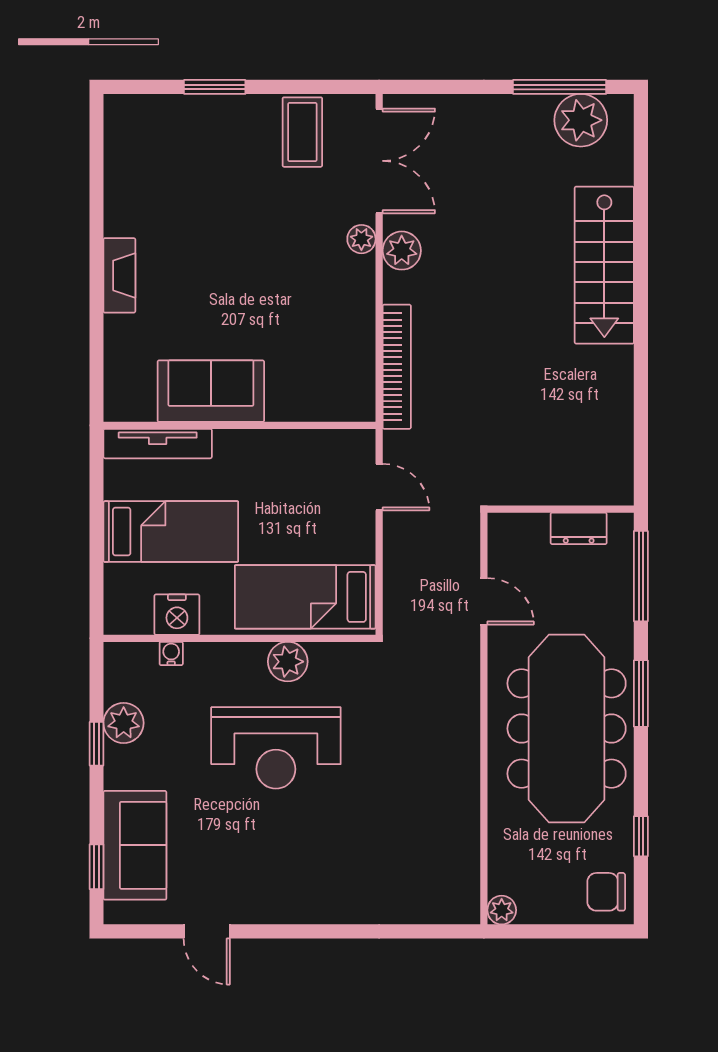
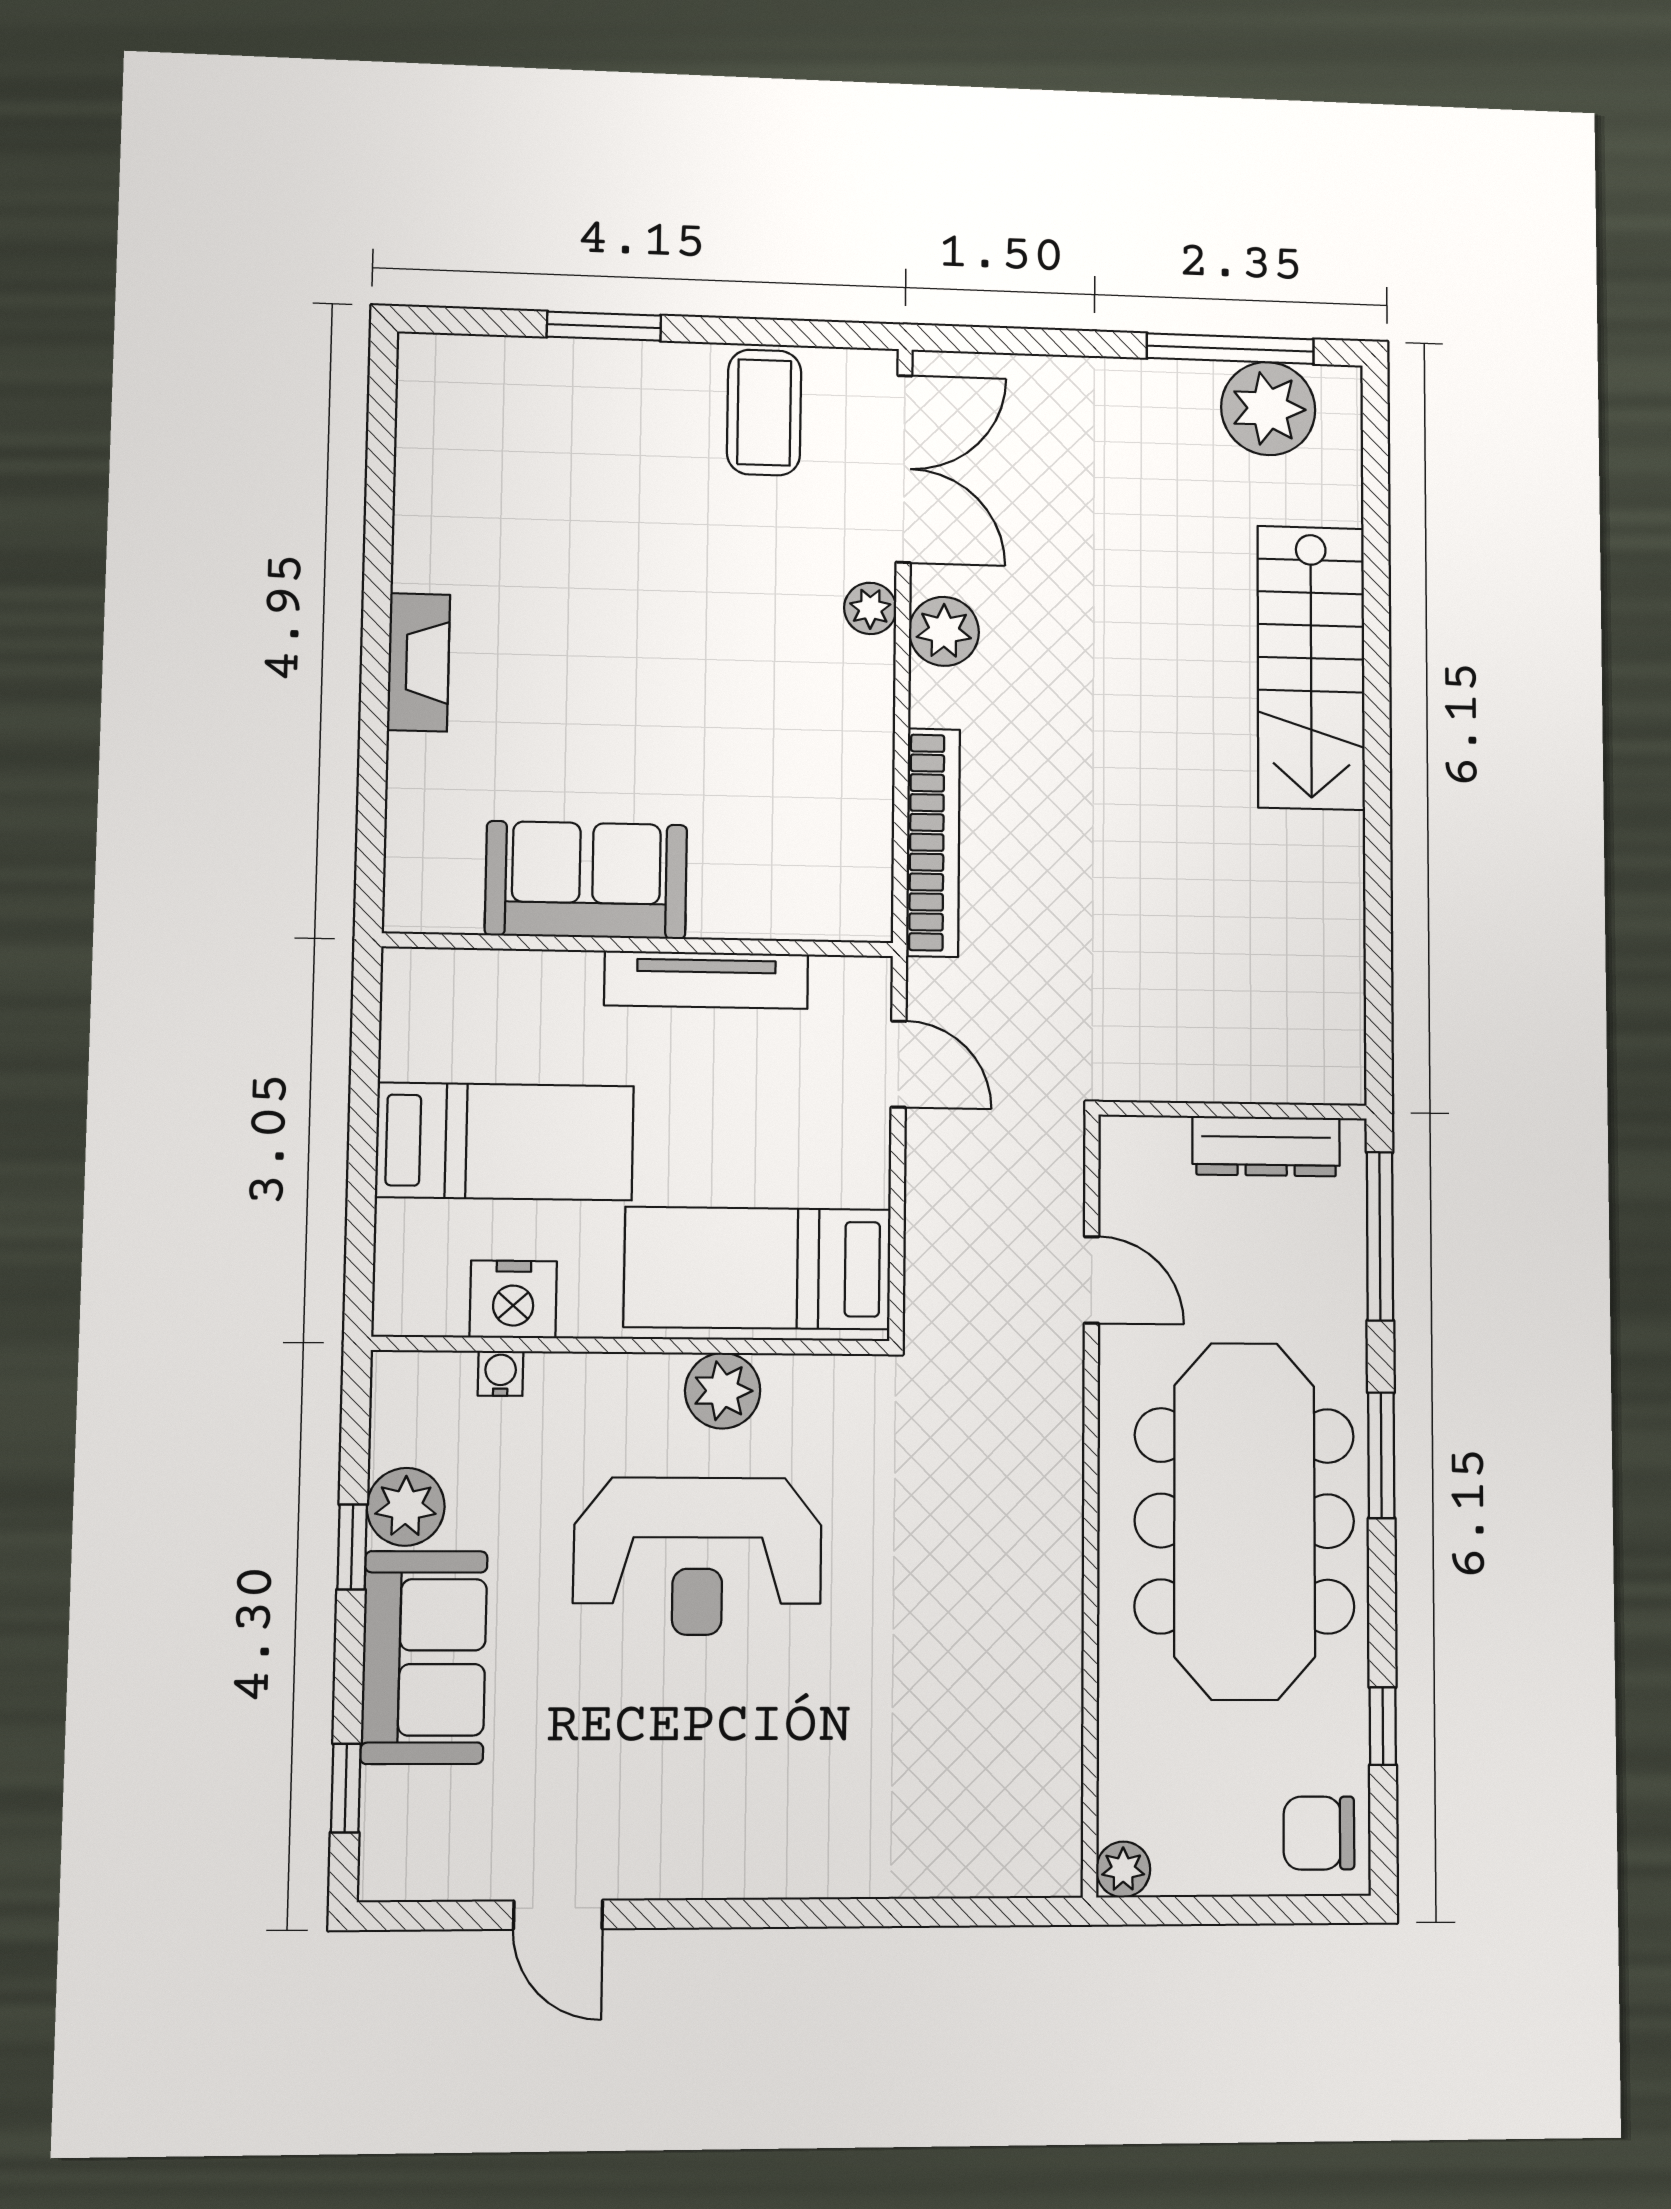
tv unit: (158, 444) -> (706, 980), moved
dresser: (579, 528) -> (1266, 1146), width x1.44
sofa: (135, 845) -> (424, 1657), moved

